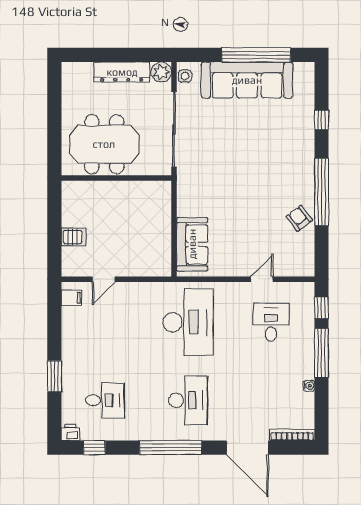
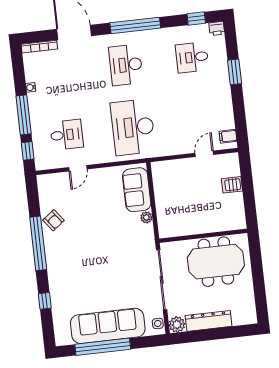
plant: (184, 209) -> (146, 217), added
desk: (271, 322) -> (67, 135), turned -90

